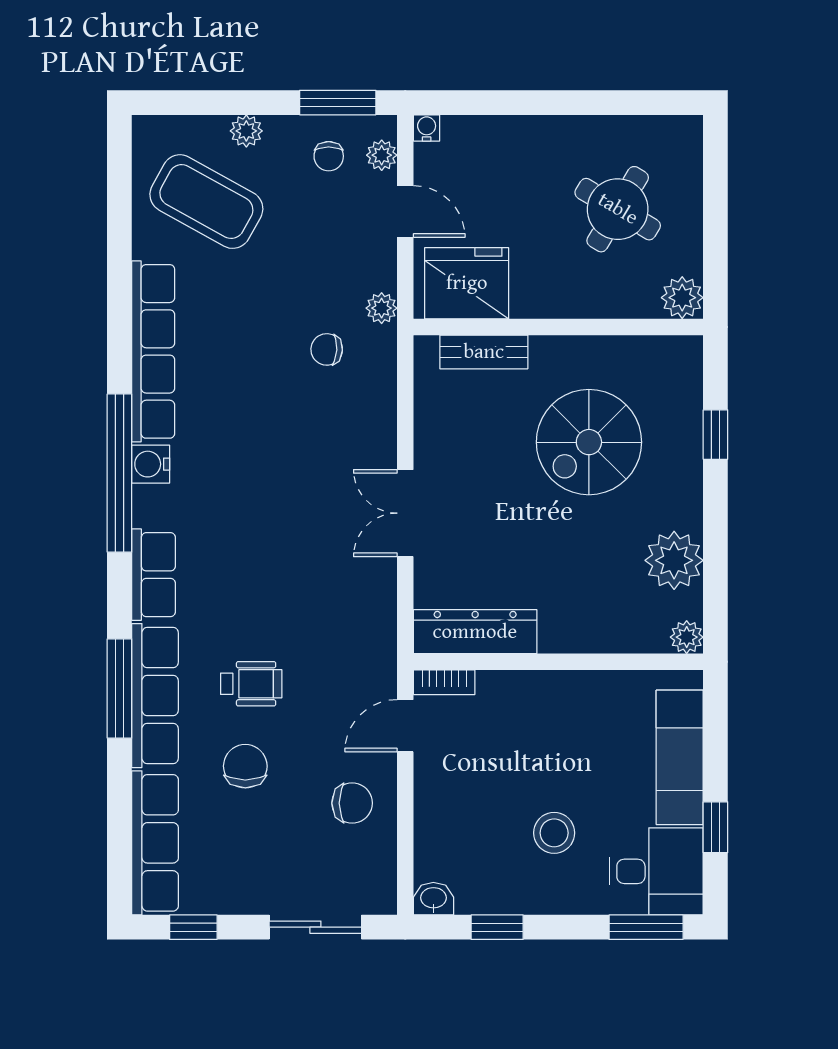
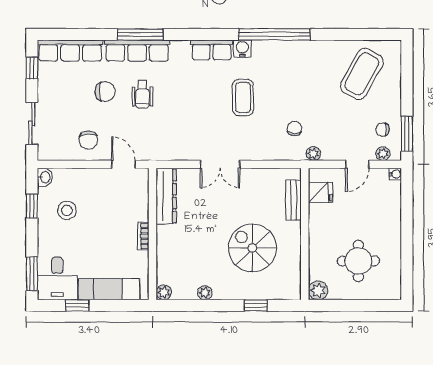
plant: (246, 131) -> (394, 92), removed
round table: (618, 209) -> (358, 261), turned -31
fridge: (467, 283) -> (321, 192), width x0.53, depth x0.75
row of seats: (153, 351) -> (294, 50), removed
coffee table: (258, 463) -> (243, 97), added
window: (119, 473) -> (274, 34), moved
double door: (405, 513) -> (220, 164), swing flipped
plant: (674, 560) -> (205, 293), width x0.53, depth x0.53
row of seats: (154, 575) -> (212, 50), moved
bookcase: (444, 682) -> (143, 236), moved
stool: (554, 833) -> (67, 210), moved

